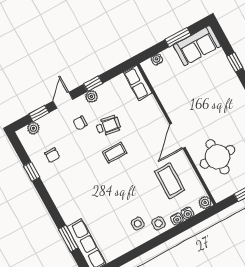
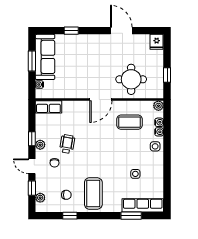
sofa: (197, 46) -> (45, 57), width x1.36
door: (177, 136) -> (101, 99), hinge flipped
coffee table: (115, 153) -> (93, 193), moved, width x1.86, depth x1.72
side table: (138, 224) -> (135, 174), moved

